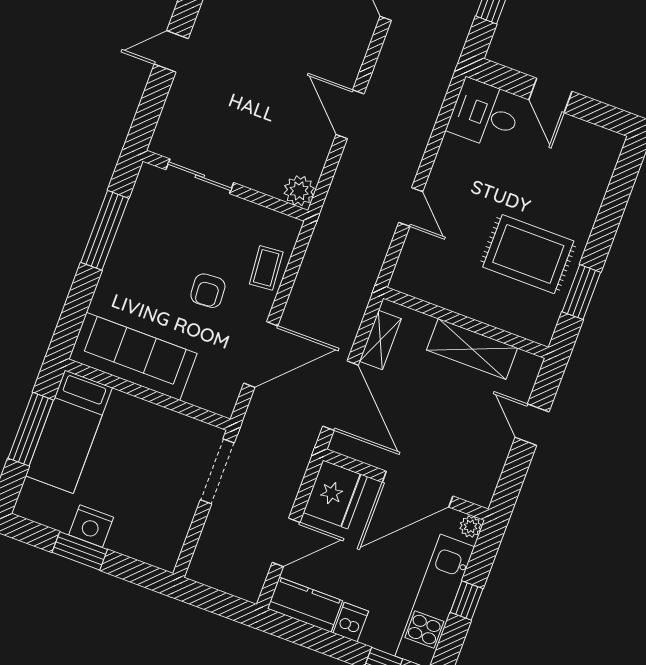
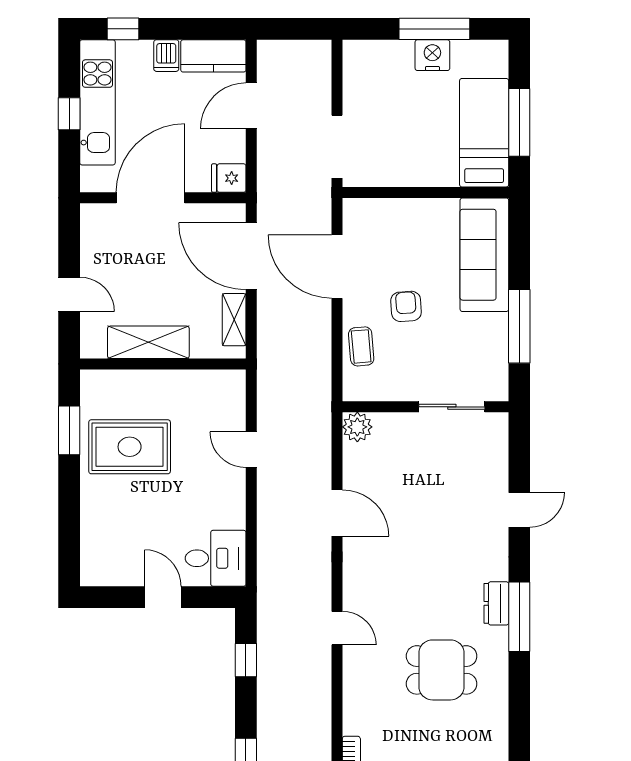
door: (261, 354) -> (337, 267), hinge flipped
sofa: (133, 356) -> (484, 255), moved, turned 90
fridge: (335, 494) -> (229, 178), width x0.53, depth x0.75
plant: (471, 526) -> (90, 182), removed
window: (80, 551) -> (434, 29), width x1.44

